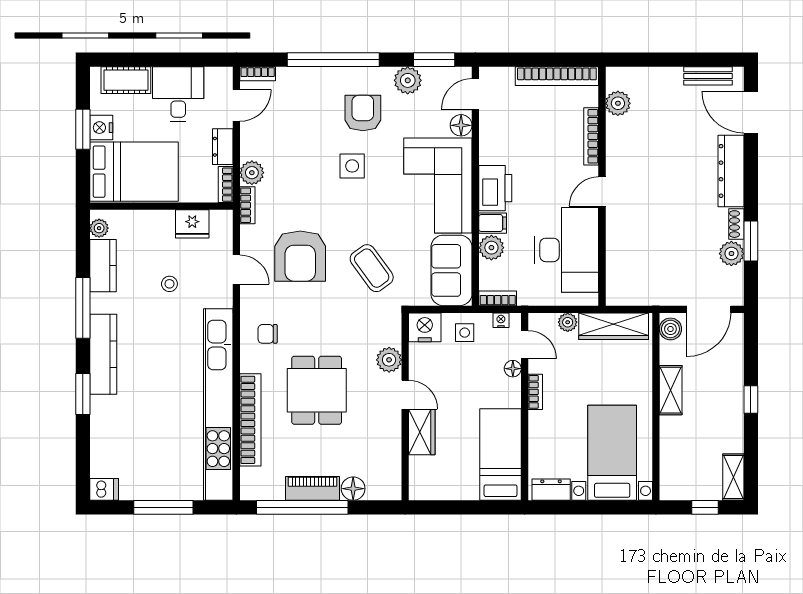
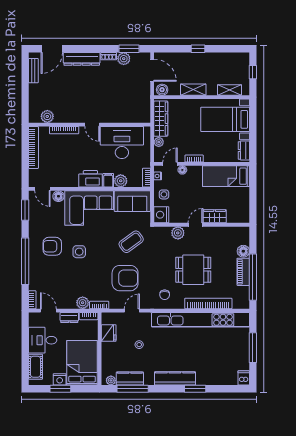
plant: (408, 80) -> (36, 223), removed
window: (751, 241) -> (129, 49), moved
window: (83, 308) -> (133, 389), moved
shelving: (733, 477) -> (229, 90), moved

